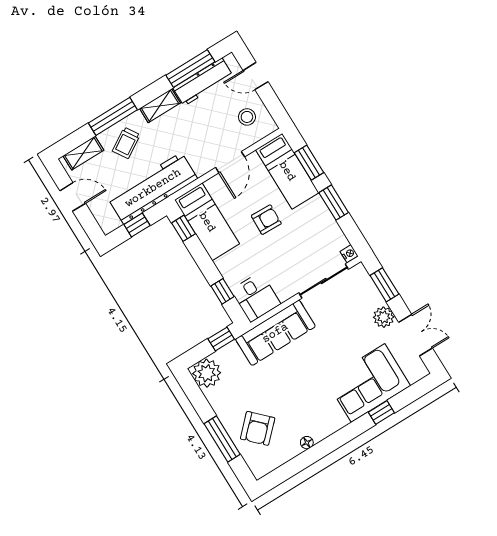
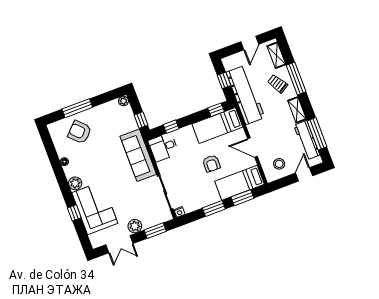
plant: (207, 373) -> (123, 101), width x0.53, depth x0.53
plant: (336, 420) -> (75, 183), added

